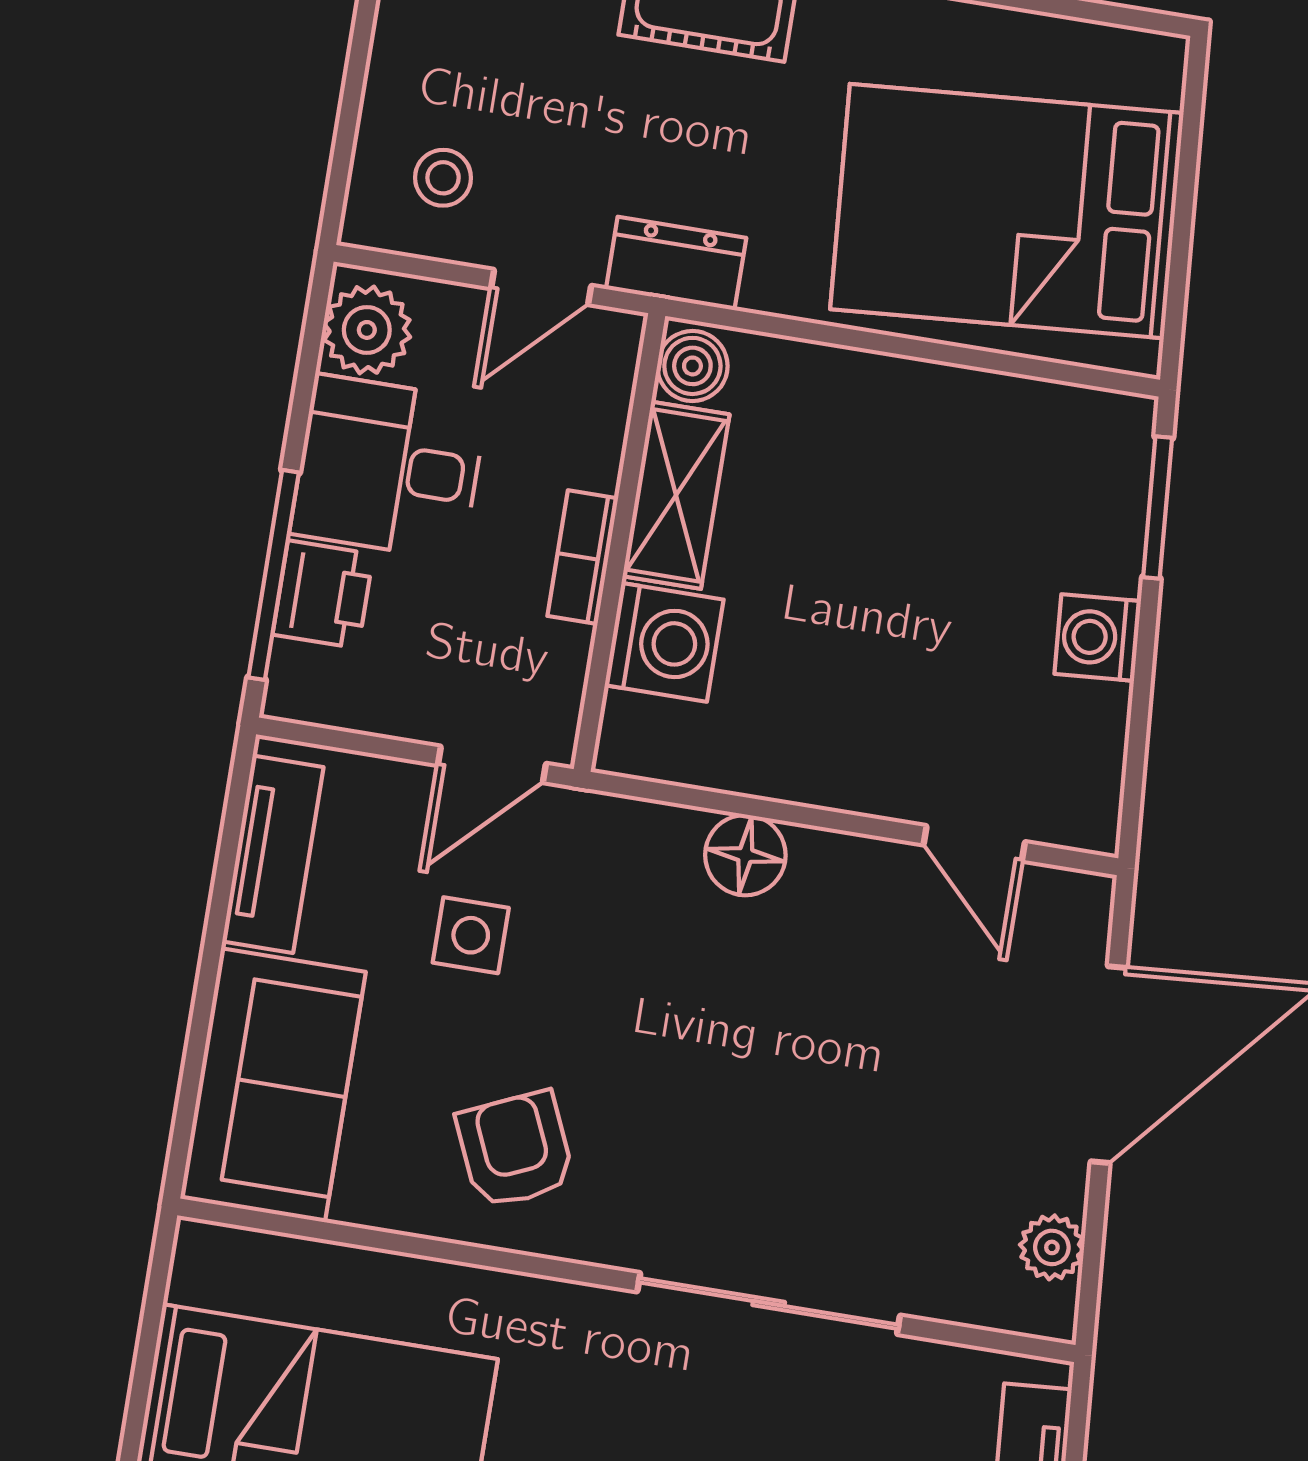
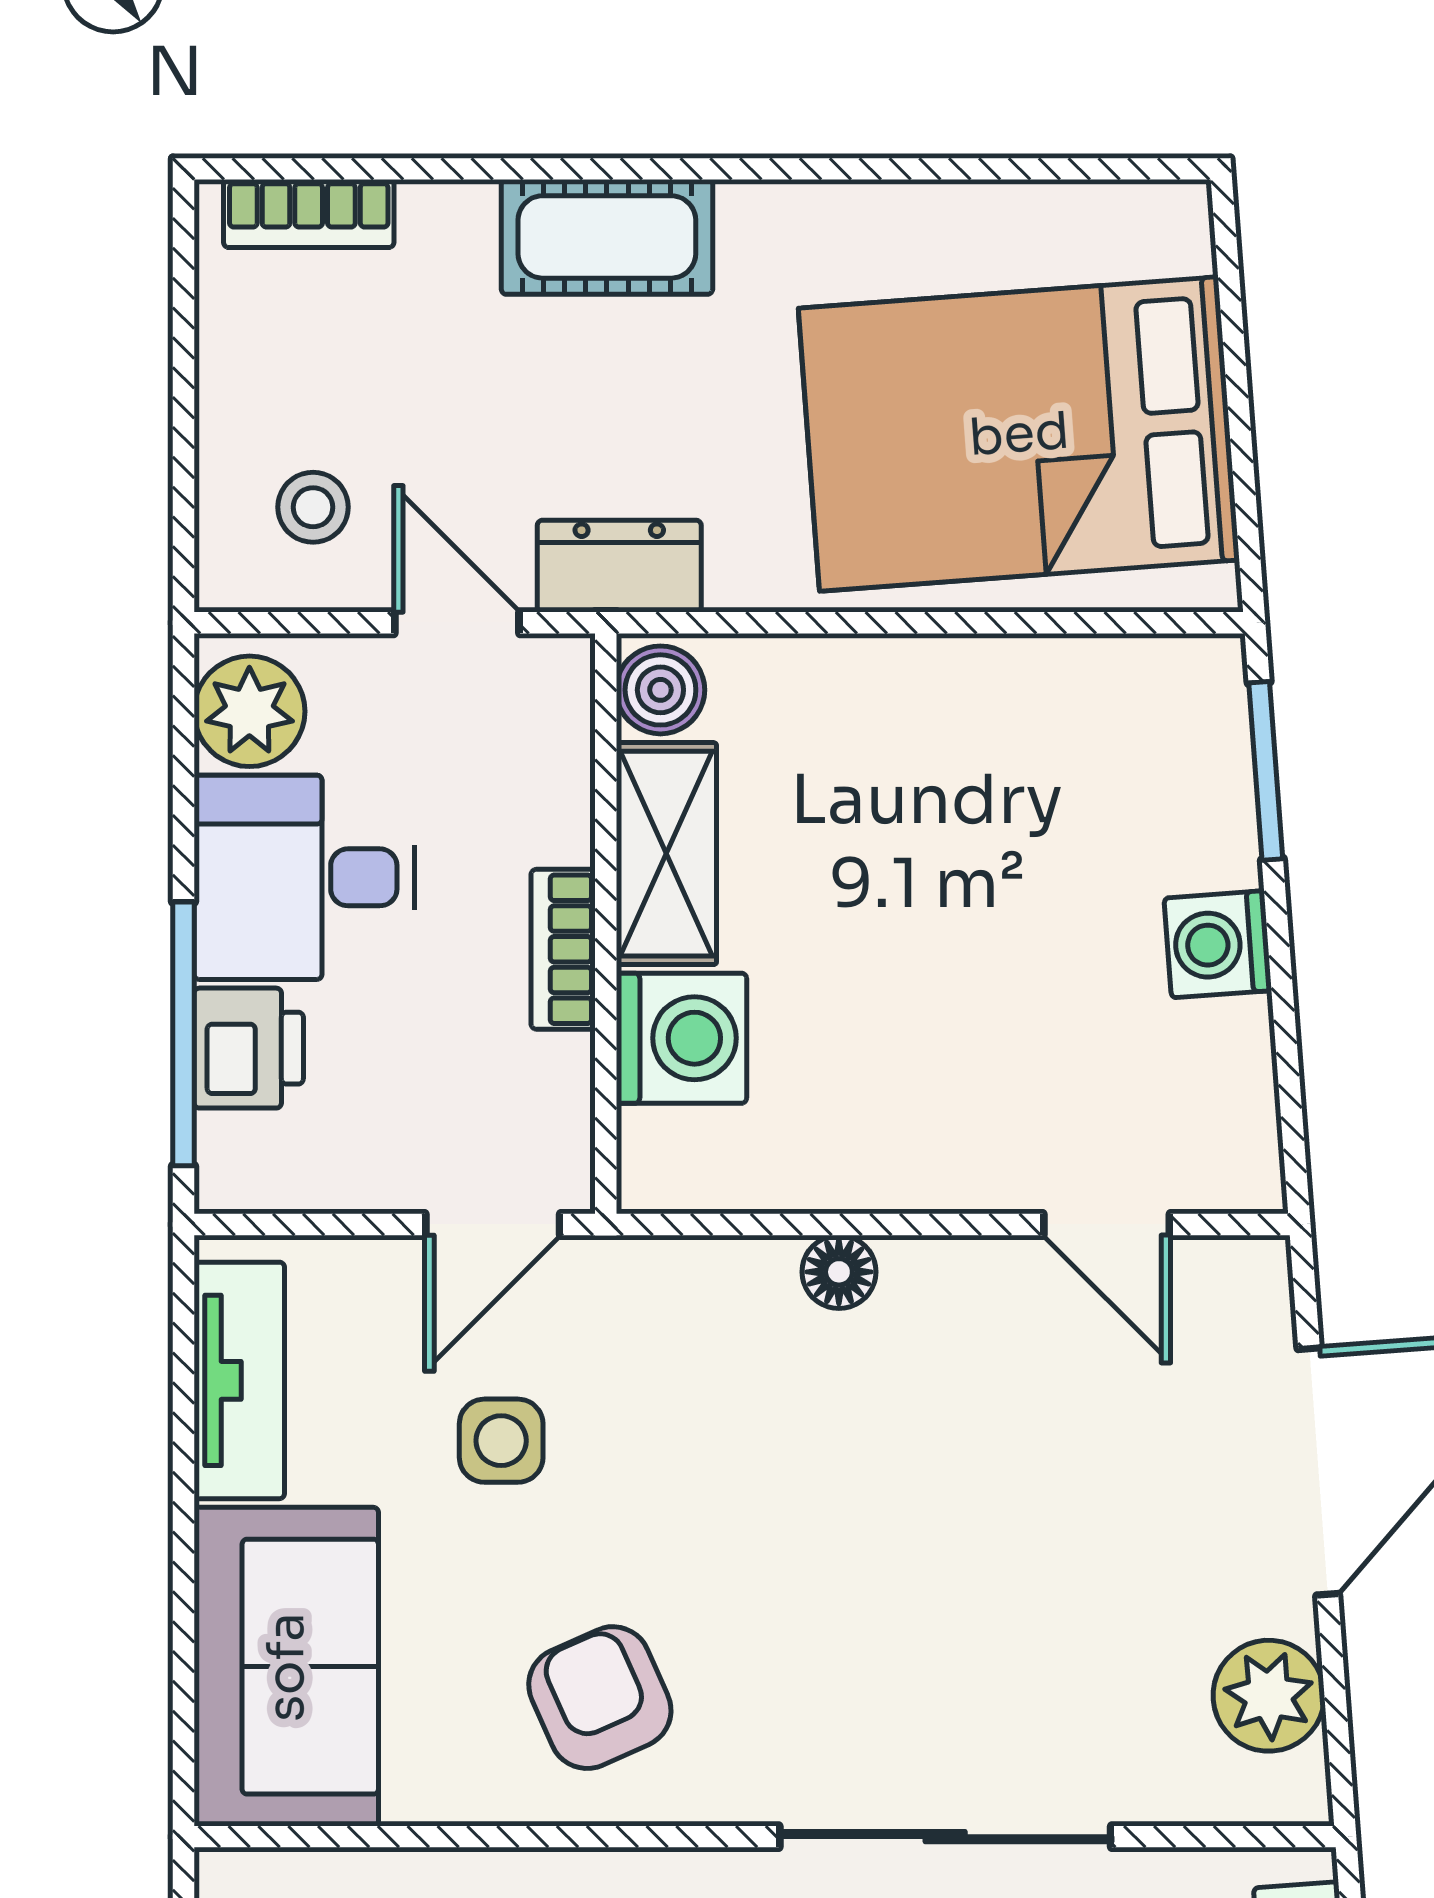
door: (541, 287) -> (457, 623), swing flipped
floor lamp: (745, 855) -> (839, 1272), width x0.73, depth x0.73
plant: (1052, 1247) -> (1269, 1696), width x1.38, depth x1.38

